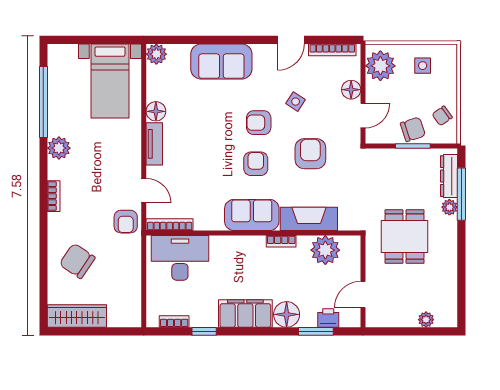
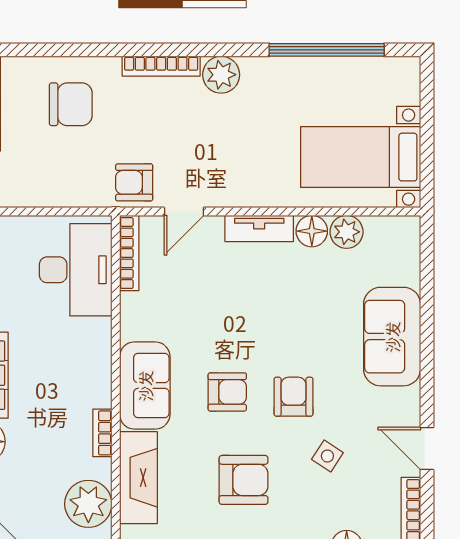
plant: (156, 54) -> (347, 232), moved
plant: (59, 148) -> (221, 75), moved
bookcase: (54, 196) -> (161, 66), width x1.56
chair: (77, 261) -> (71, 104), turned 56

